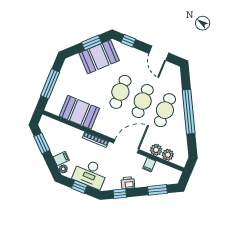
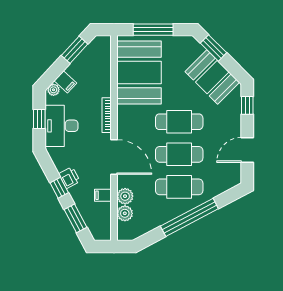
window: (92, 43) -> (213, 48), moved
booth: (79, 112) -> (139, 72), width x1.36, depth x1.42
window: (120, 194) -> (59, 188), moved

